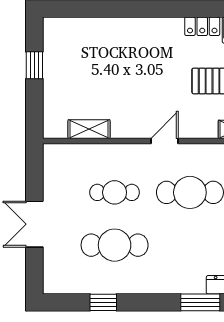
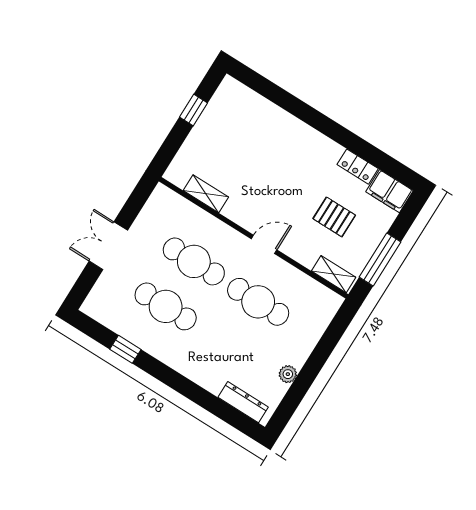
cafe table: (115, 192) -> (194, 261), width x1.37, depth x1.35
window: (200, 302) -> (208, 401), removed

